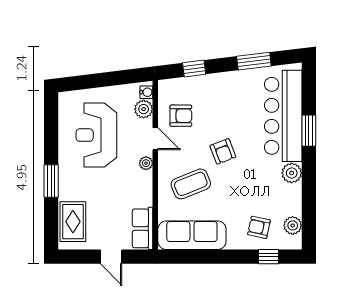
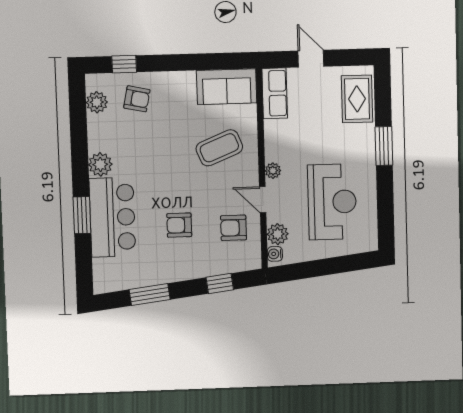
bar counter: (283, 116) -> (112, 217), width x0.73
armchair: (223, 151) -> (179, 225), moved, turned -69
sofa: (192, 235) -> (227, 87), width x0.73

